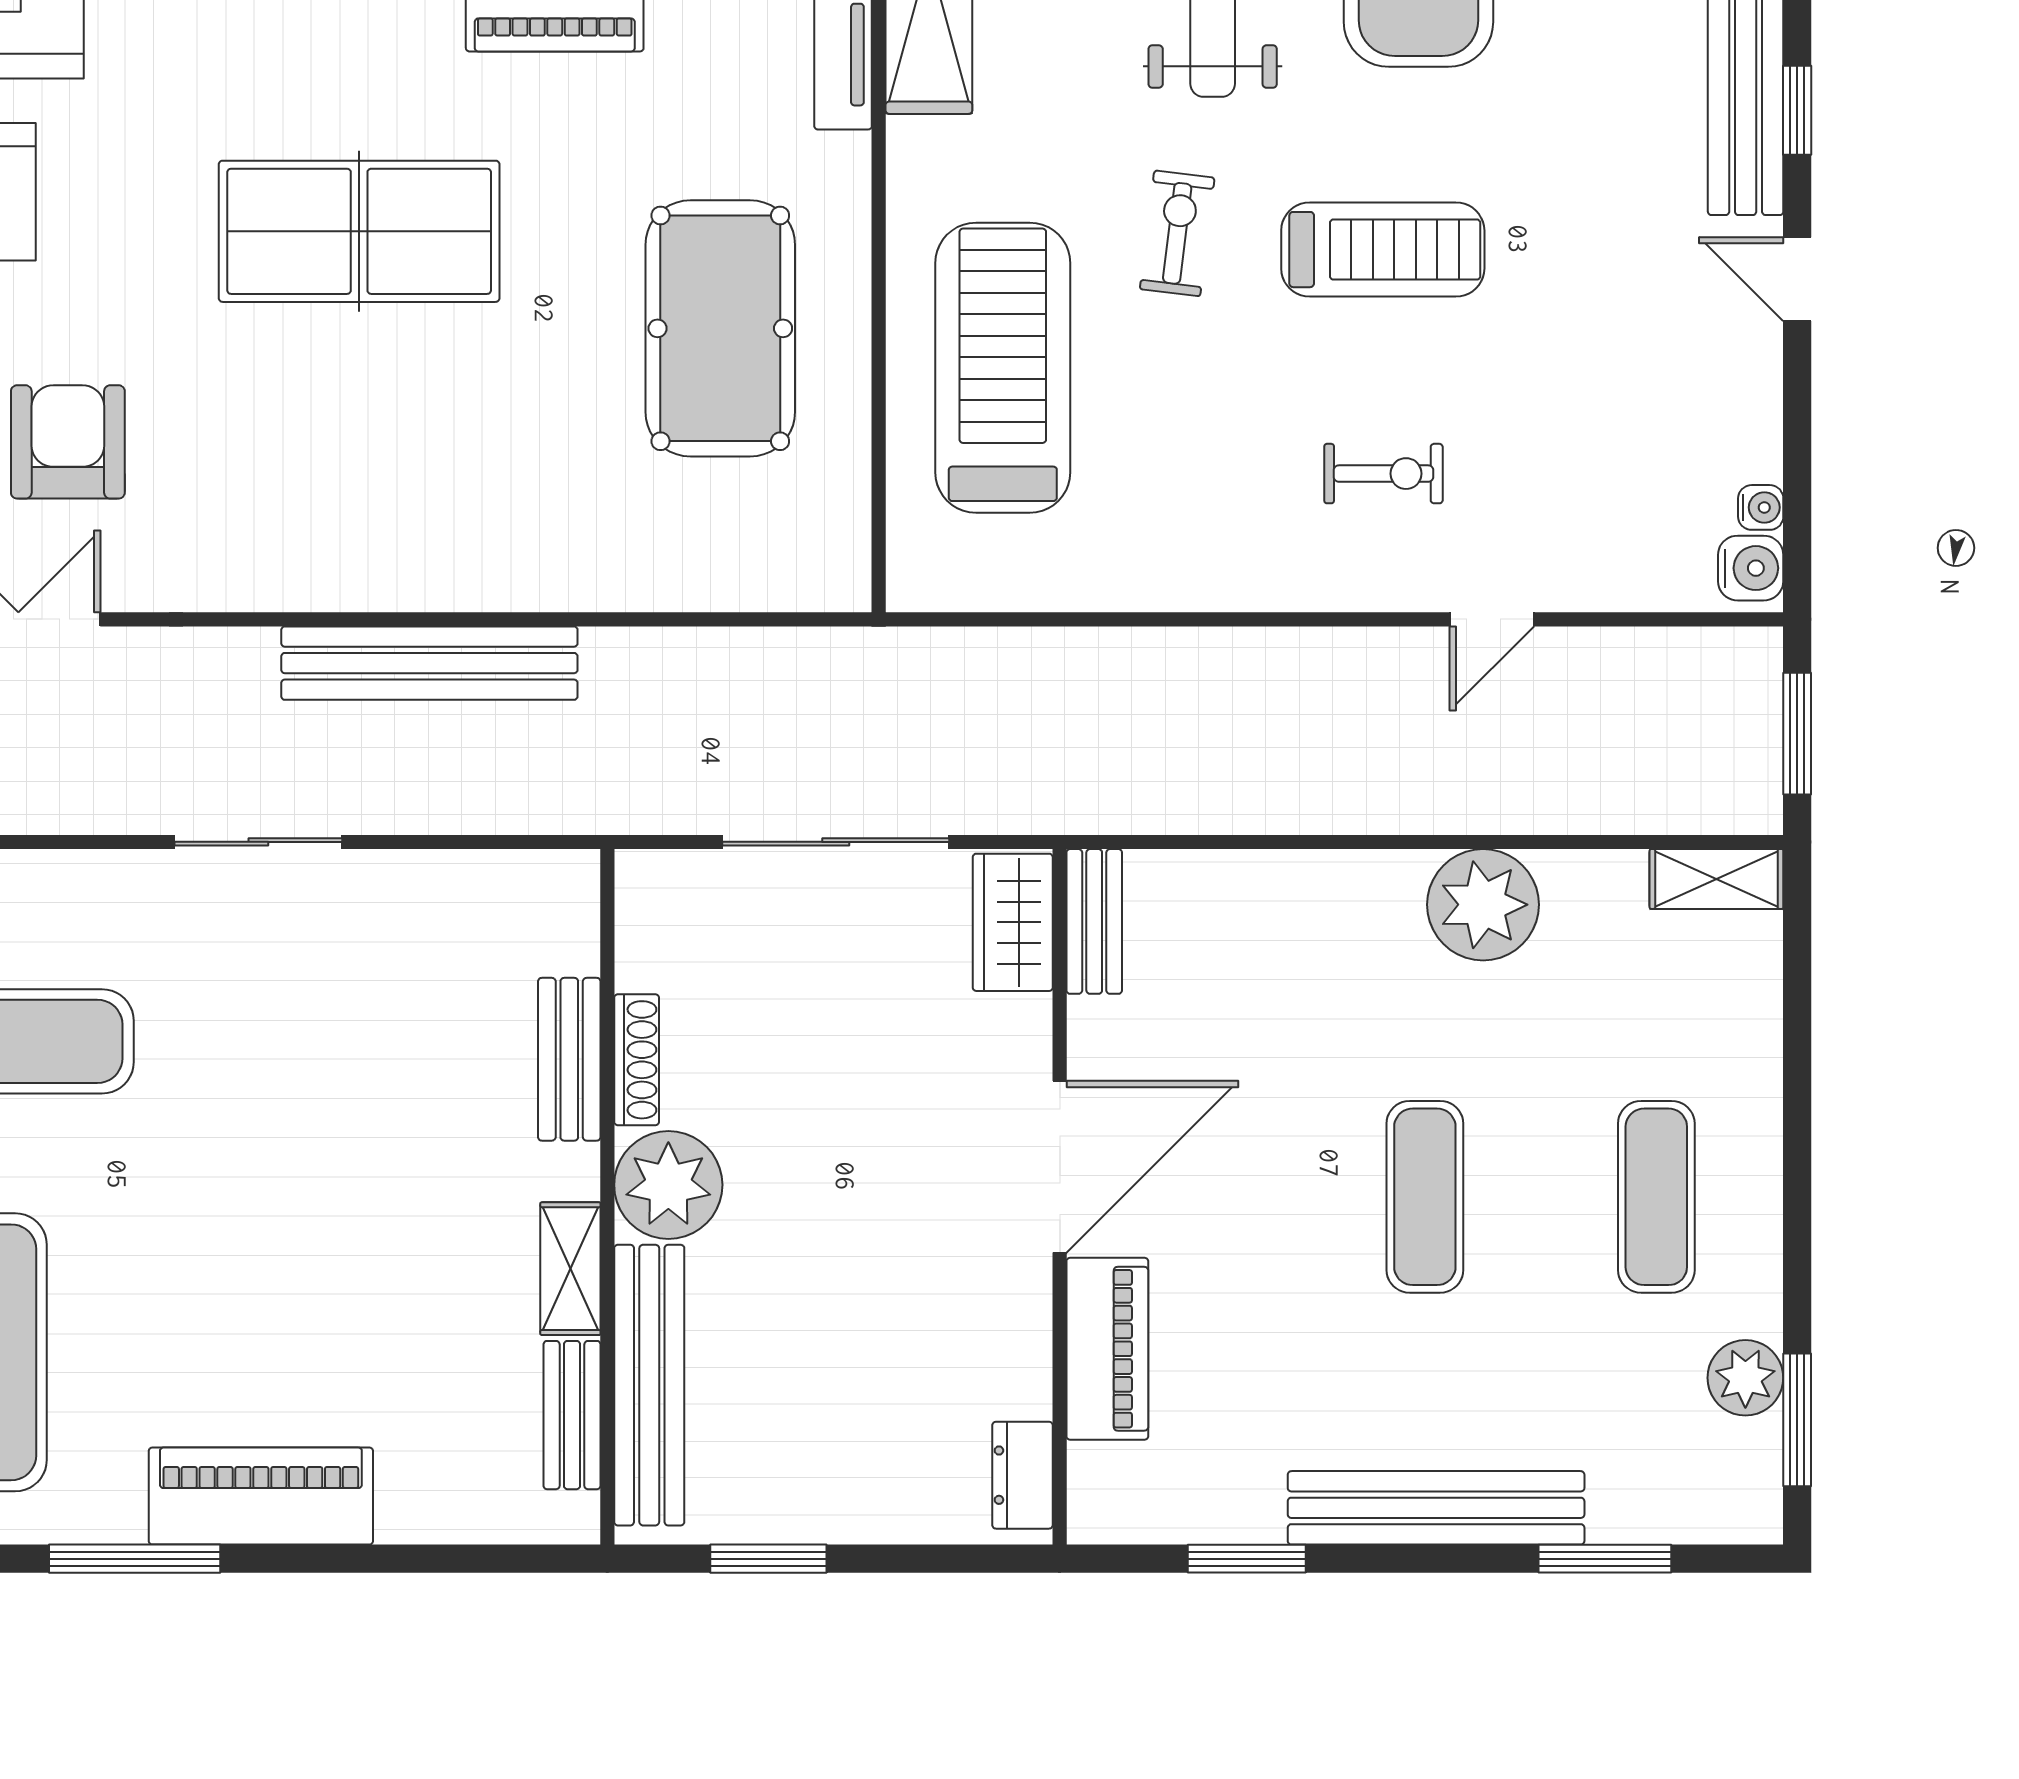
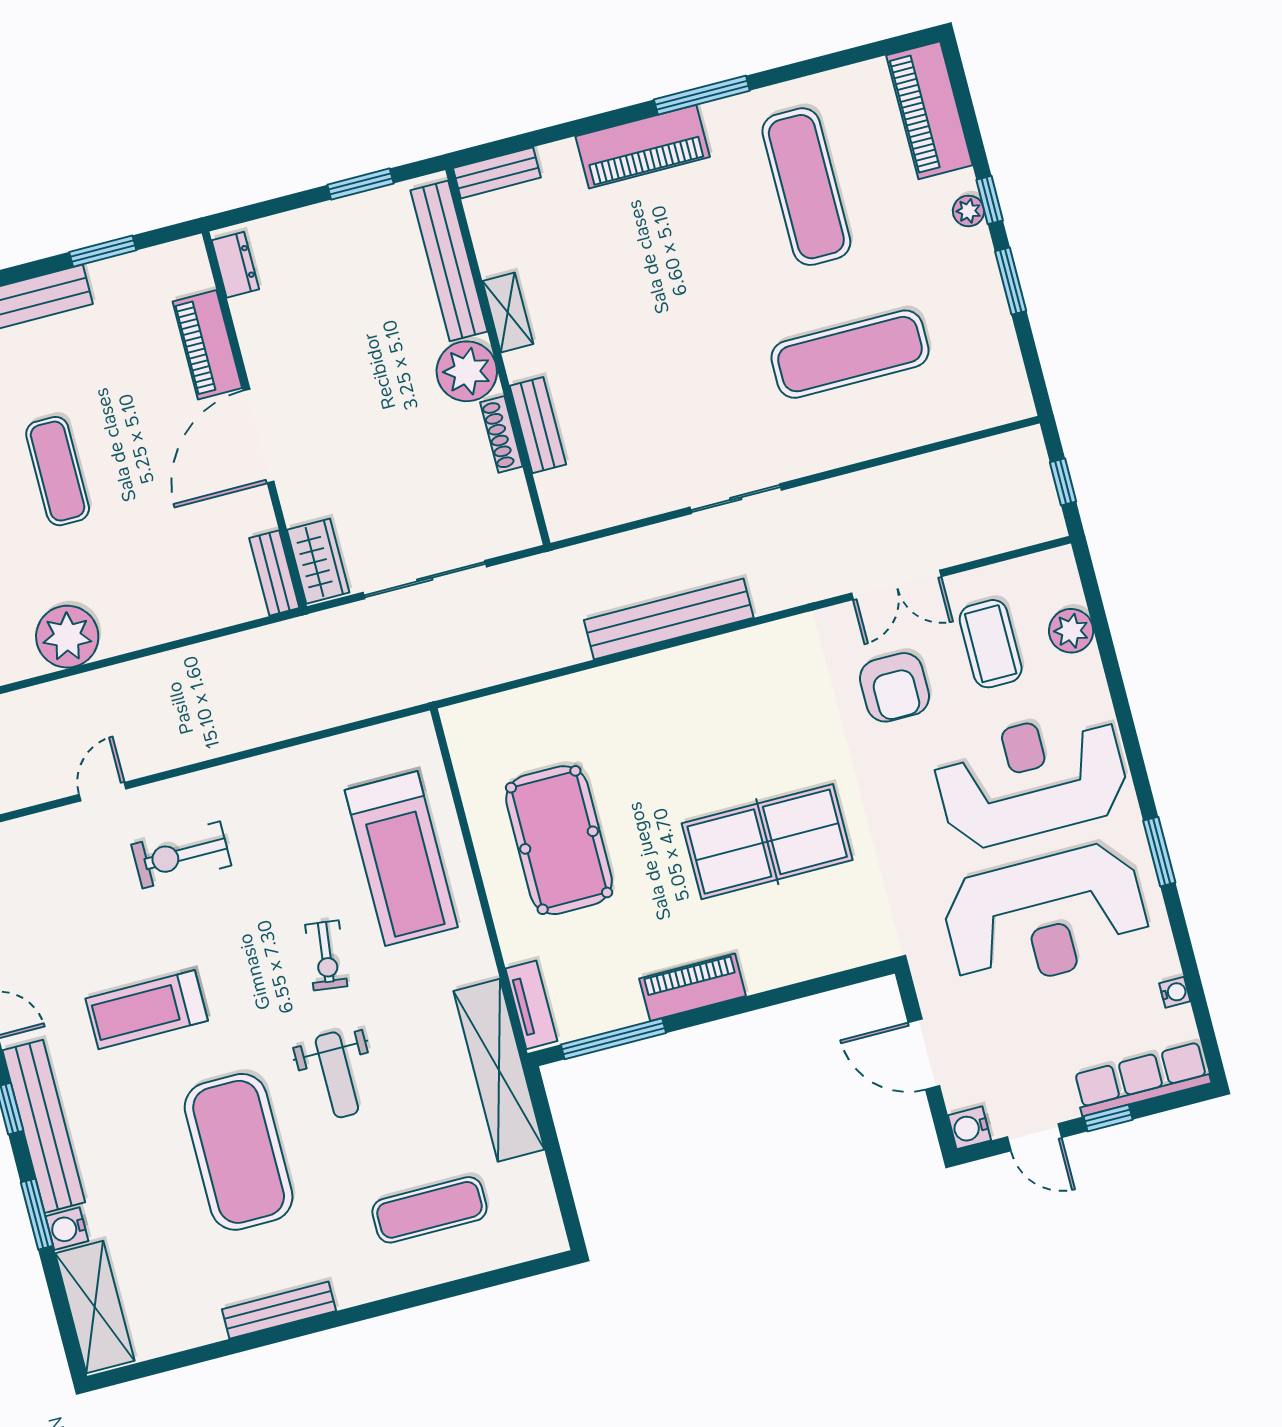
treadmill: (1383, 250) -> (147, 1010), moved
exercise bike: (1384, 474) -> (181, 855), width x1.38, depth x1.39
bench: (572, 1415) -> (497, 173), moved, turned 90

